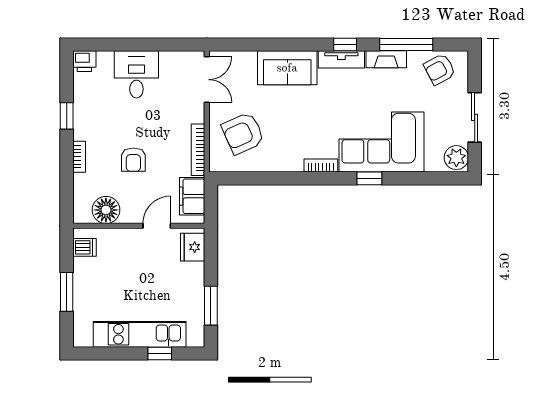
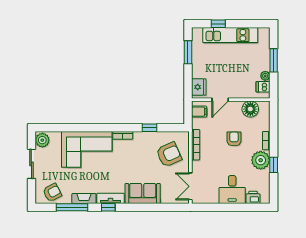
printer: (84, 61) -> (253, 197), moved
plant: (89, 124) -> (261, 160), added
window: (369, 178) -> (149, 128), moved
filing cabinet: (192, 196) -> (199, 112), width x0.50
plant: (81, 266) -> (265, 76), added

